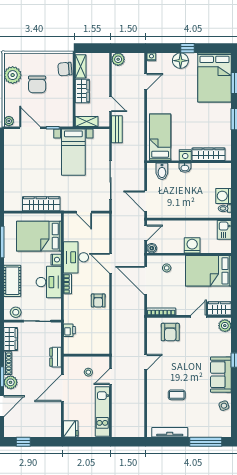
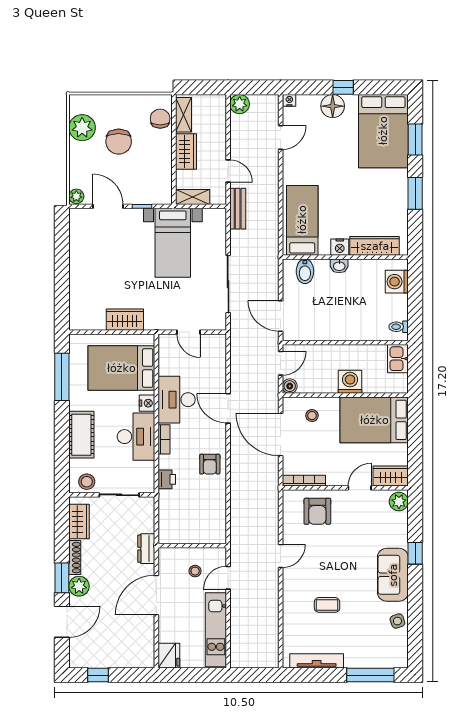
chair: (65, 69) -> (160, 119), turned 95
washing machine: (223, 196) -> (397, 282), moved
wardrobe: (41, 204) -> (125, 320), width x0.67
printer: (69, 330) -> (167, 479), moved

